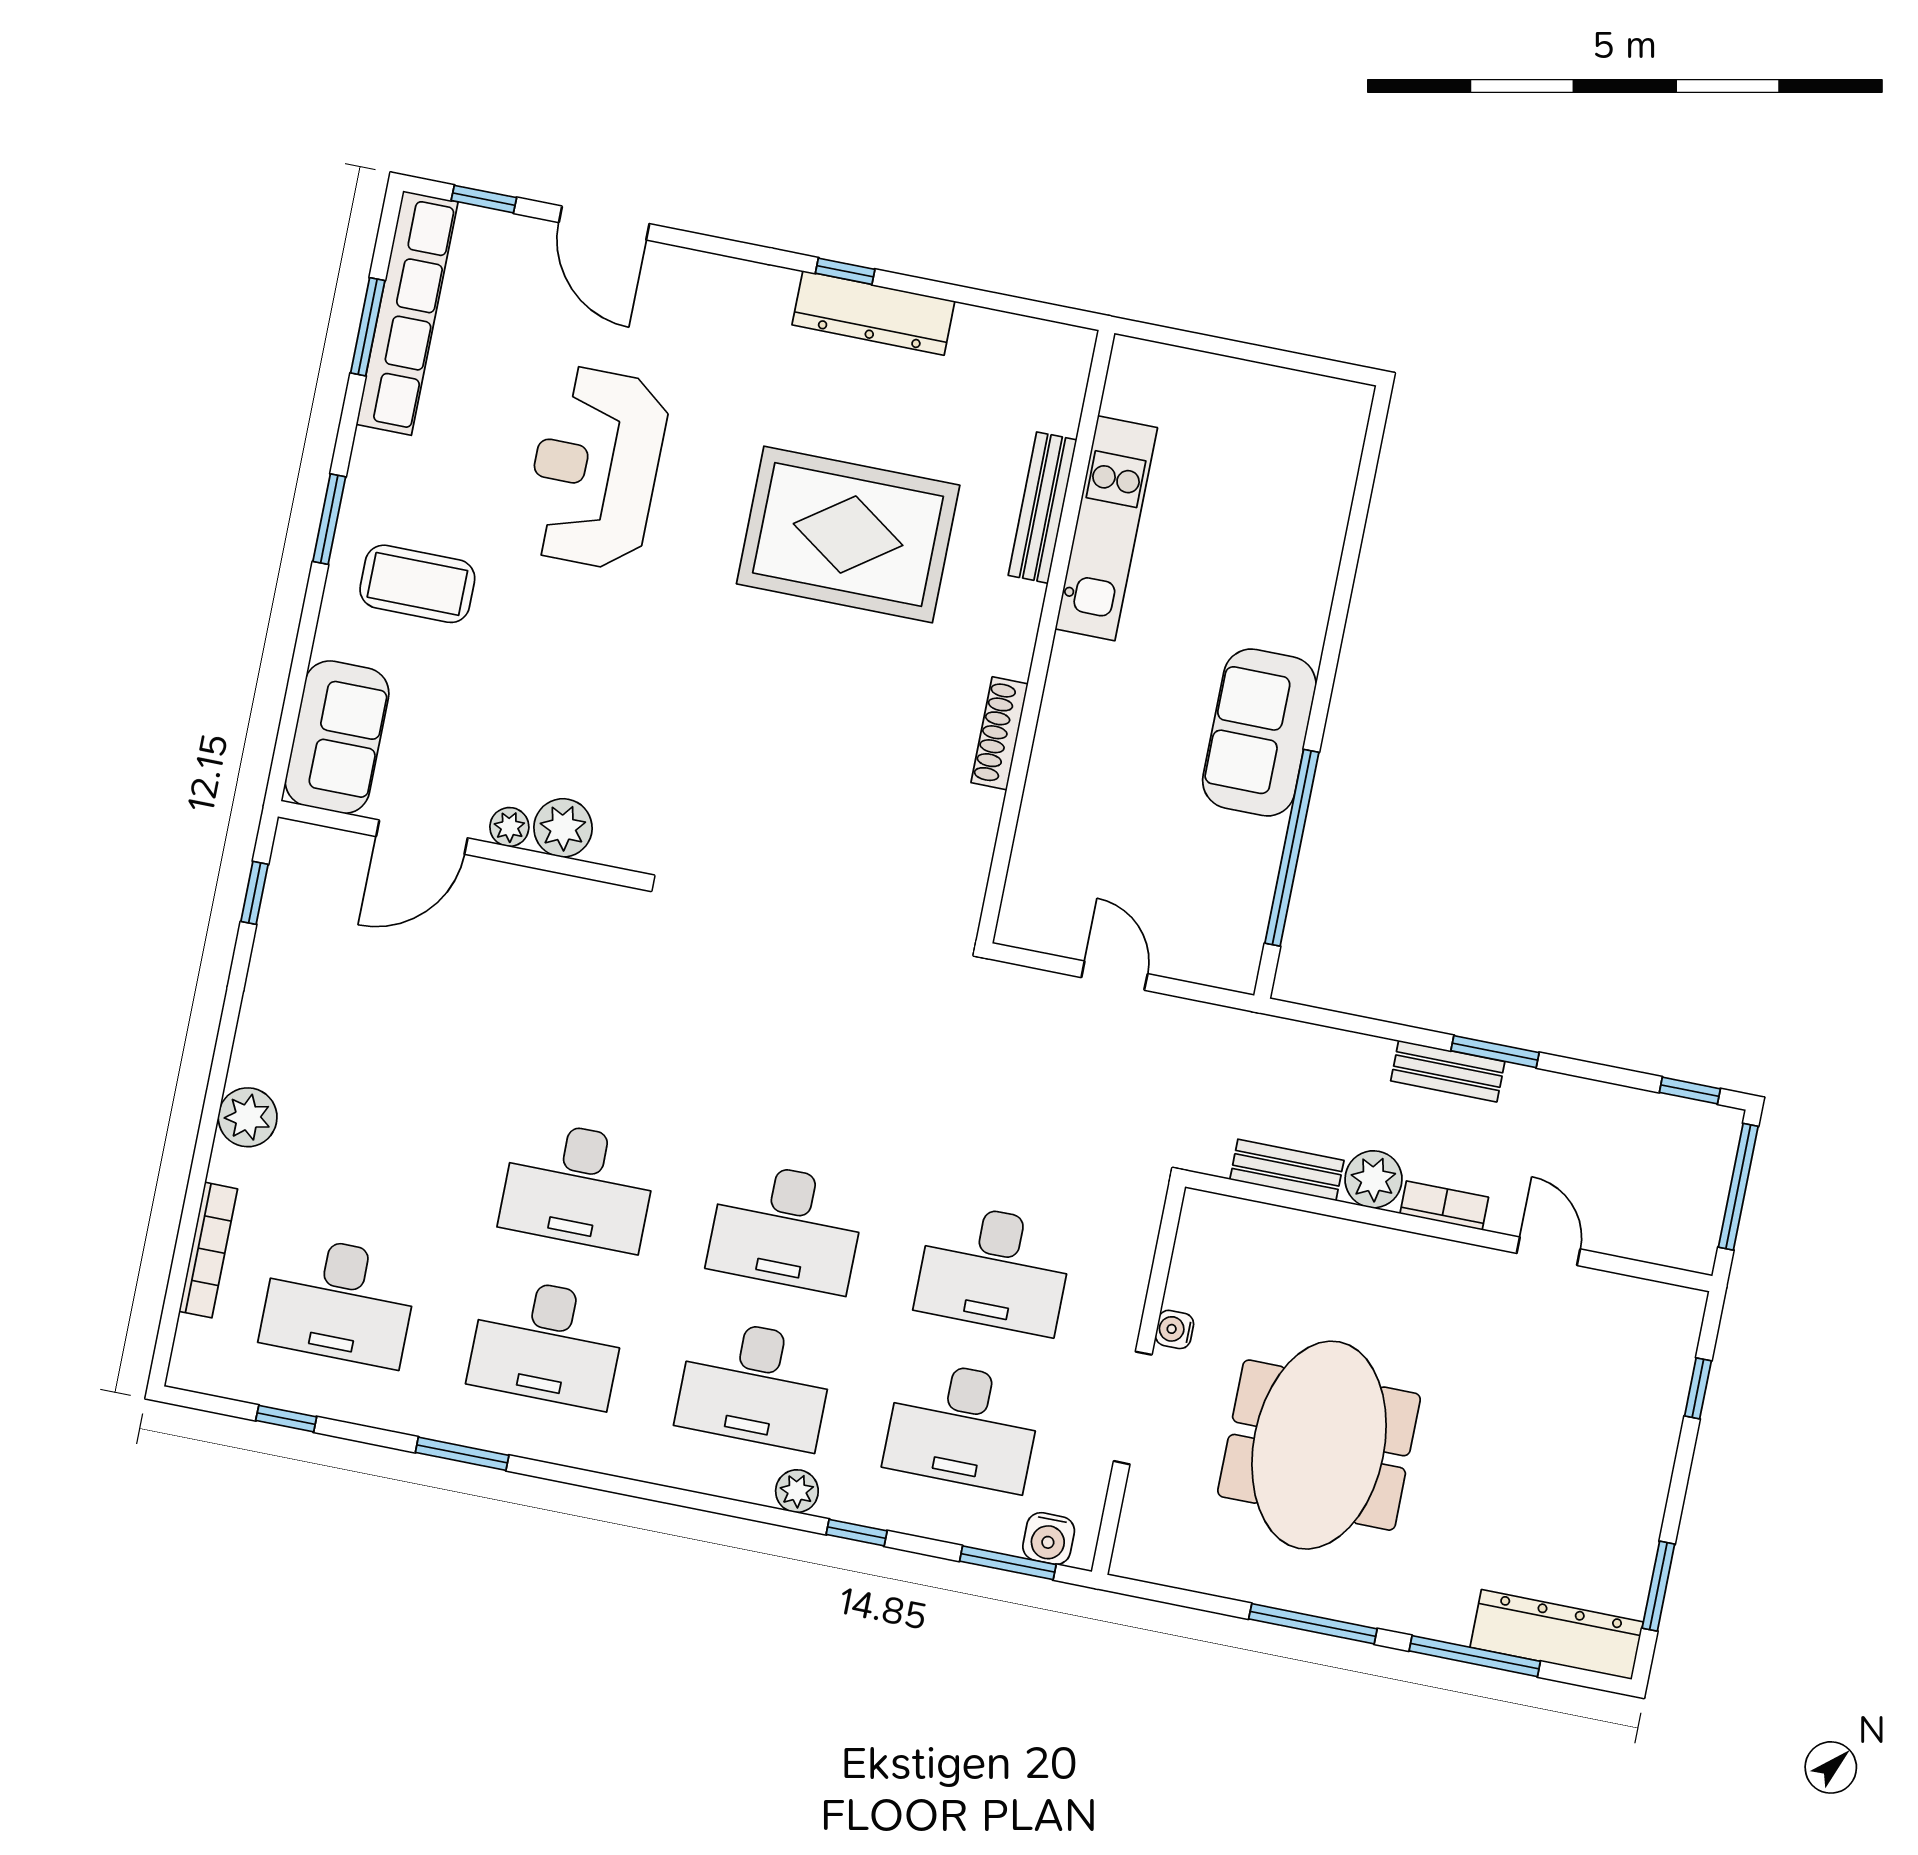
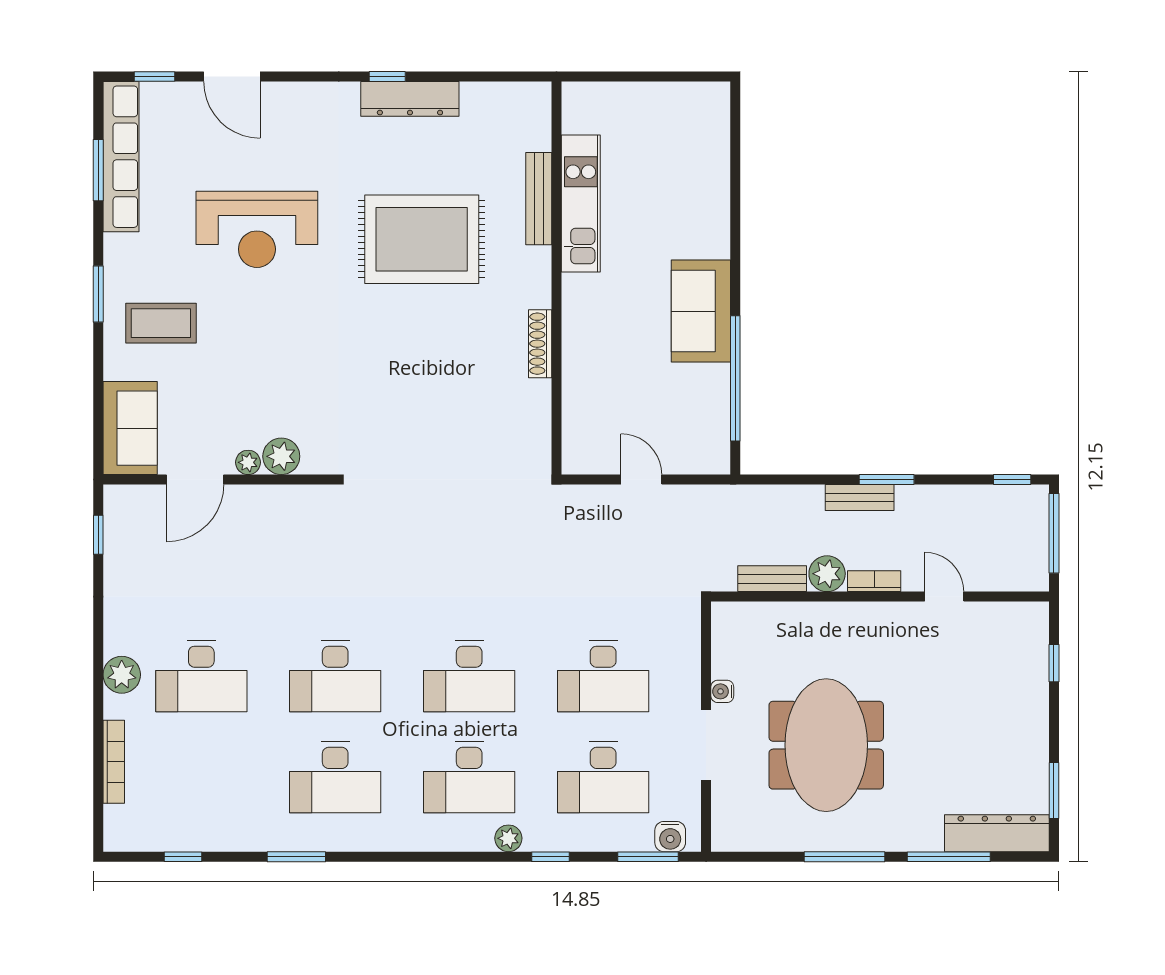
reception desk: (595, 468) -> (257, 229), turned -90
desk: (339, 1301) -> (201, 676), moved

